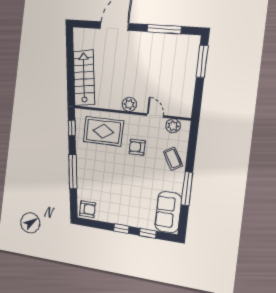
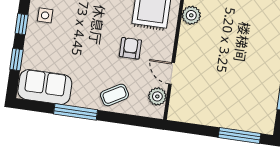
plant: (129, 104) -> (191, 15), moved
door: (155, 116) -> (172, 73), swing flipped
side table: (114, 211) -> (45, 15), added

